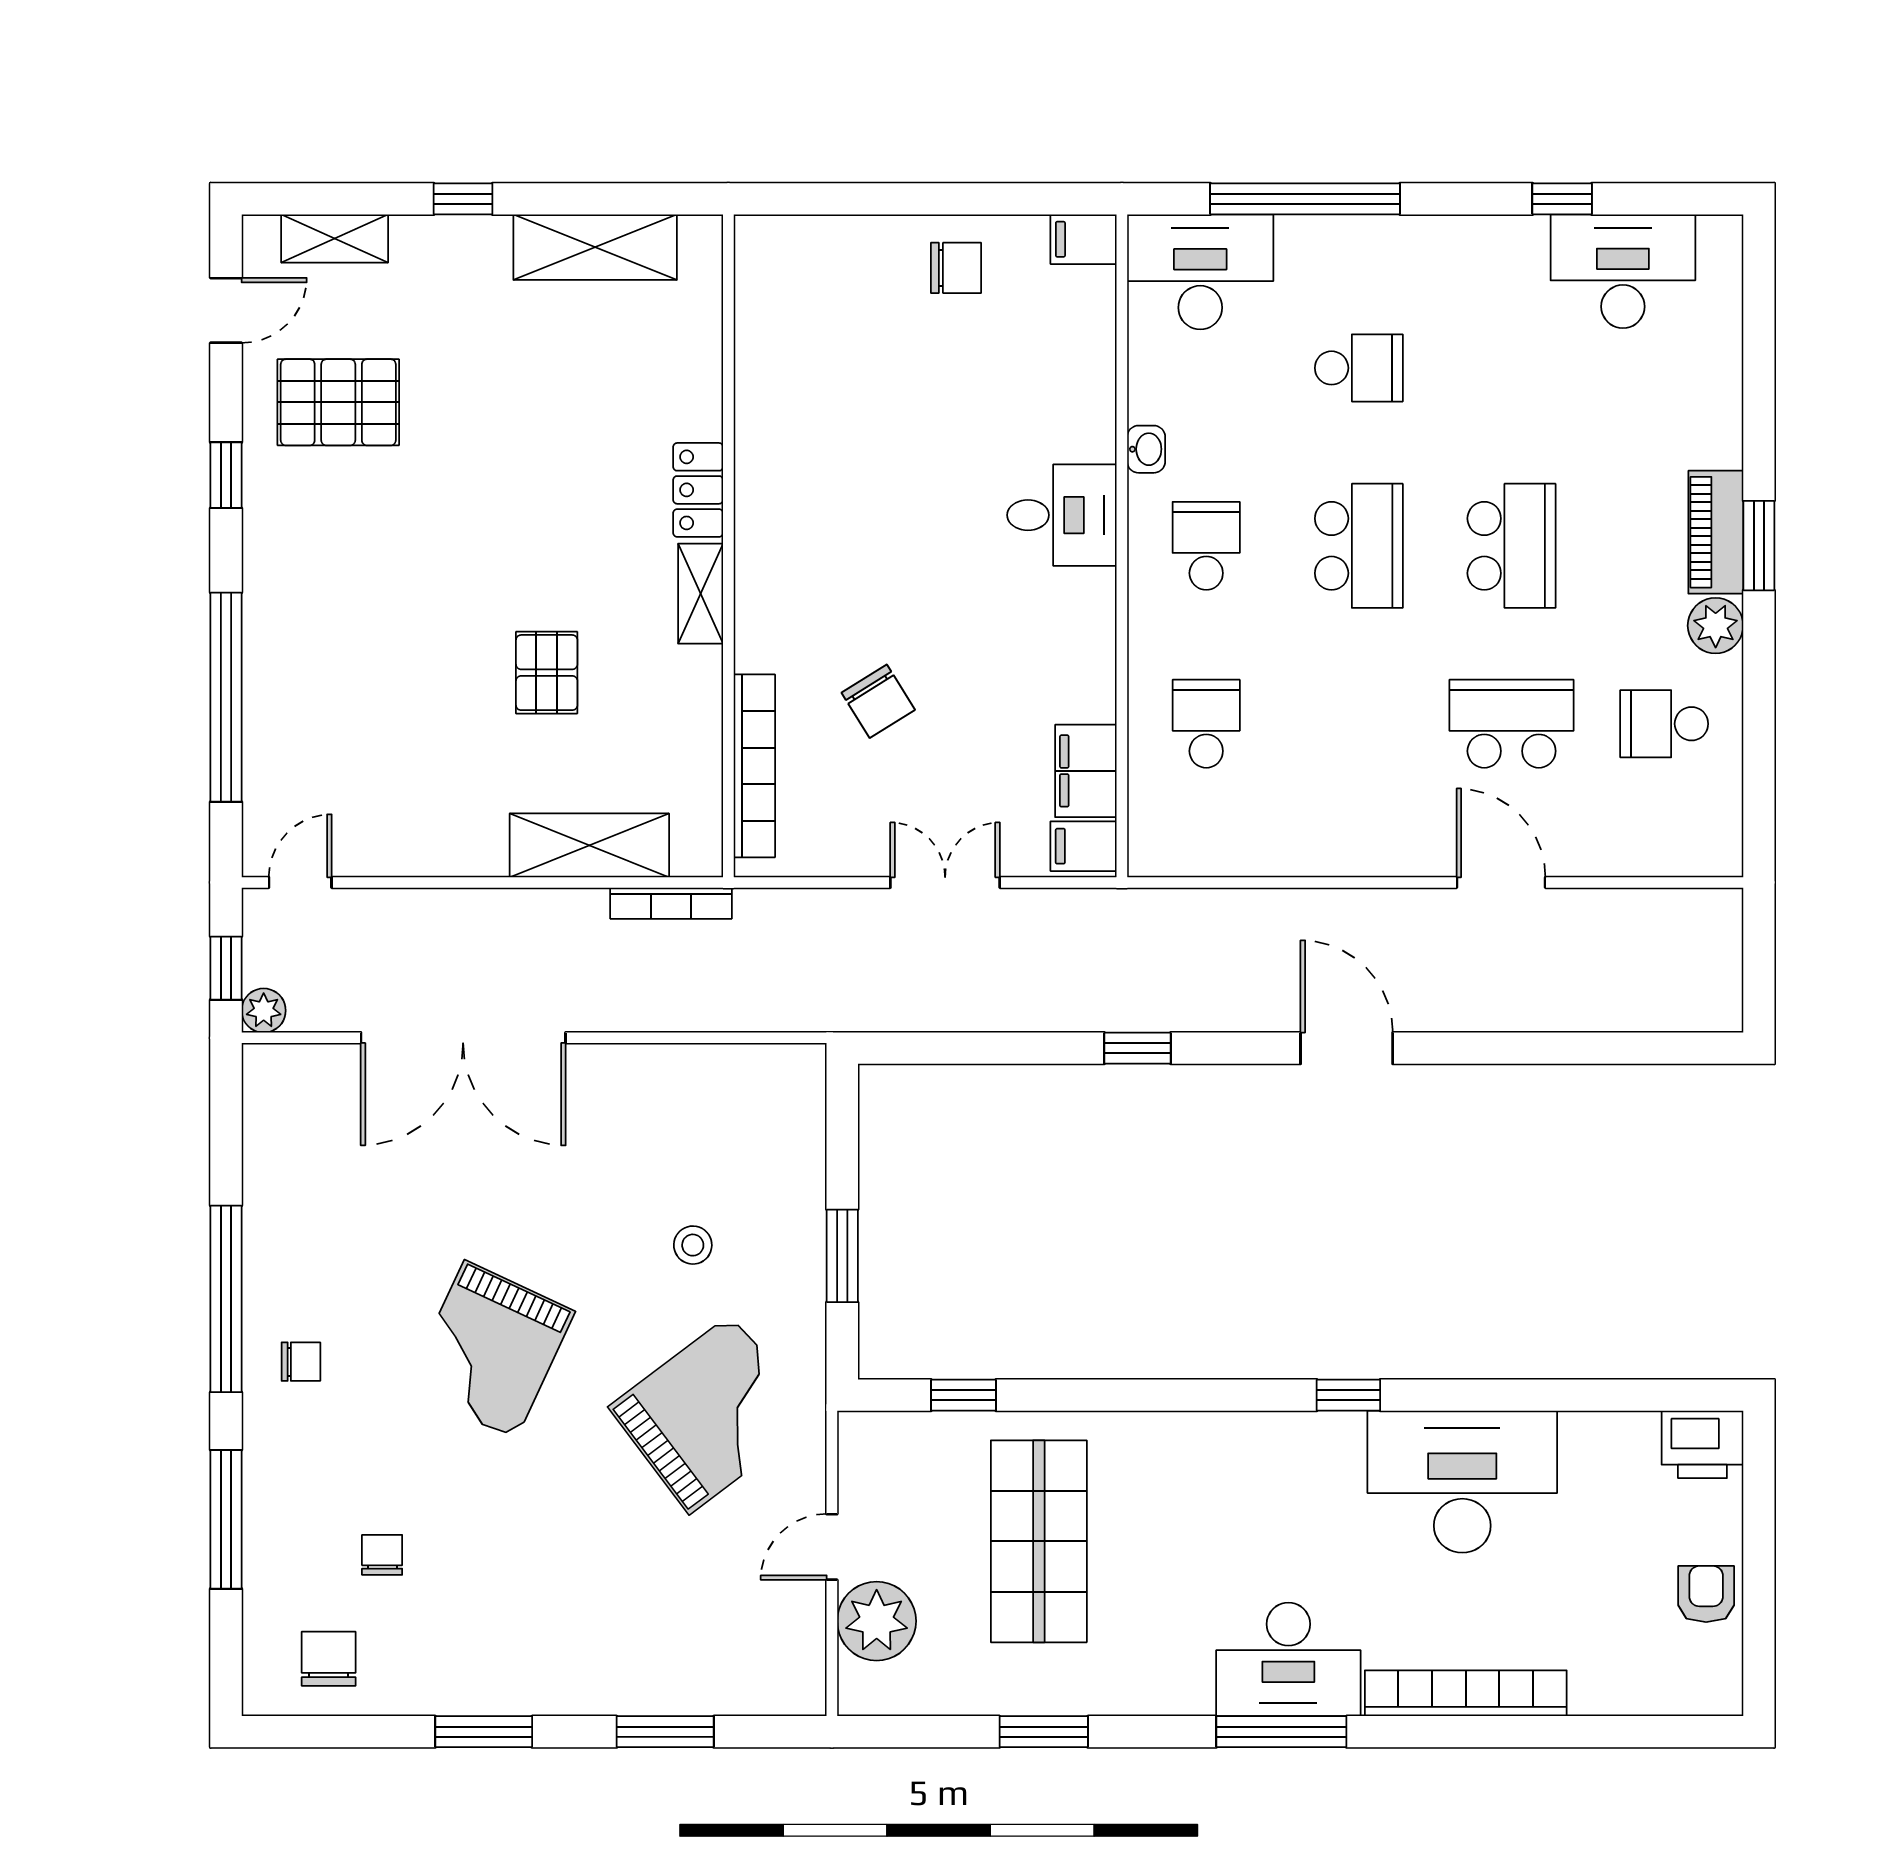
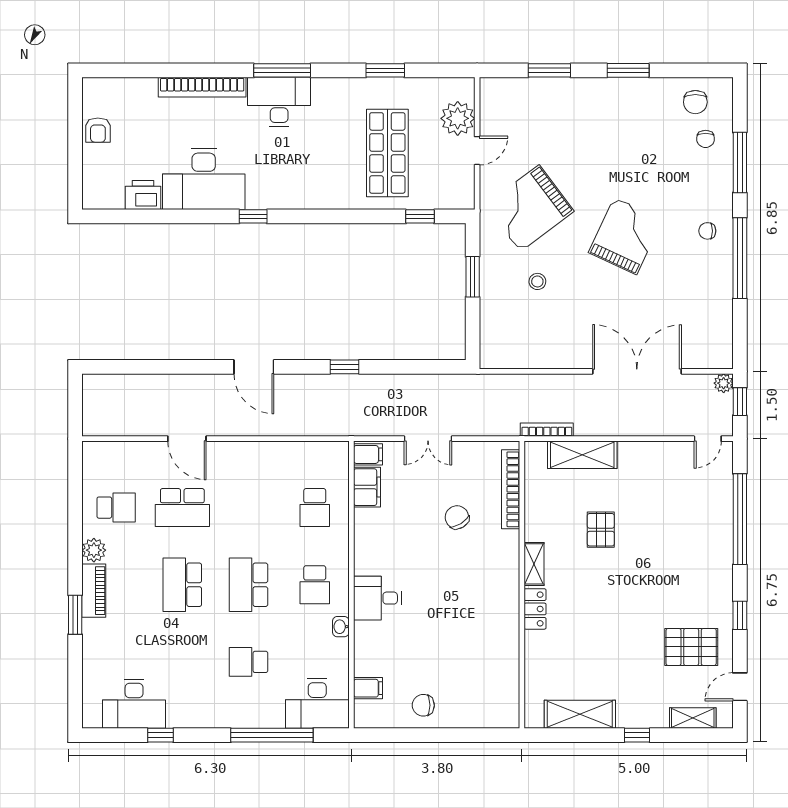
filing cabinet: (1084, 239) -> (368, 688), moved
window: (1759, 546) -> (75, 615), moved
printer: (1702, 1444) -> (143, 195), moved
chair: (382, 1555) -> (706, 139), moved

